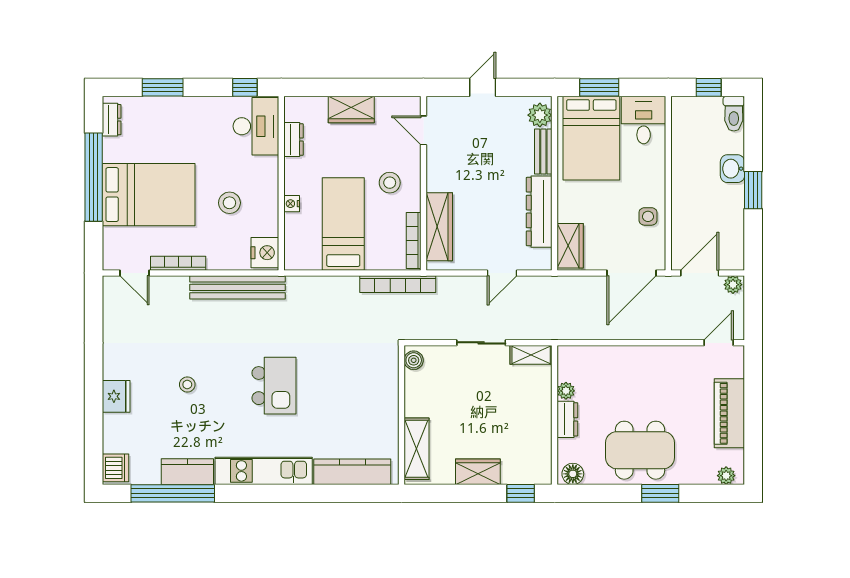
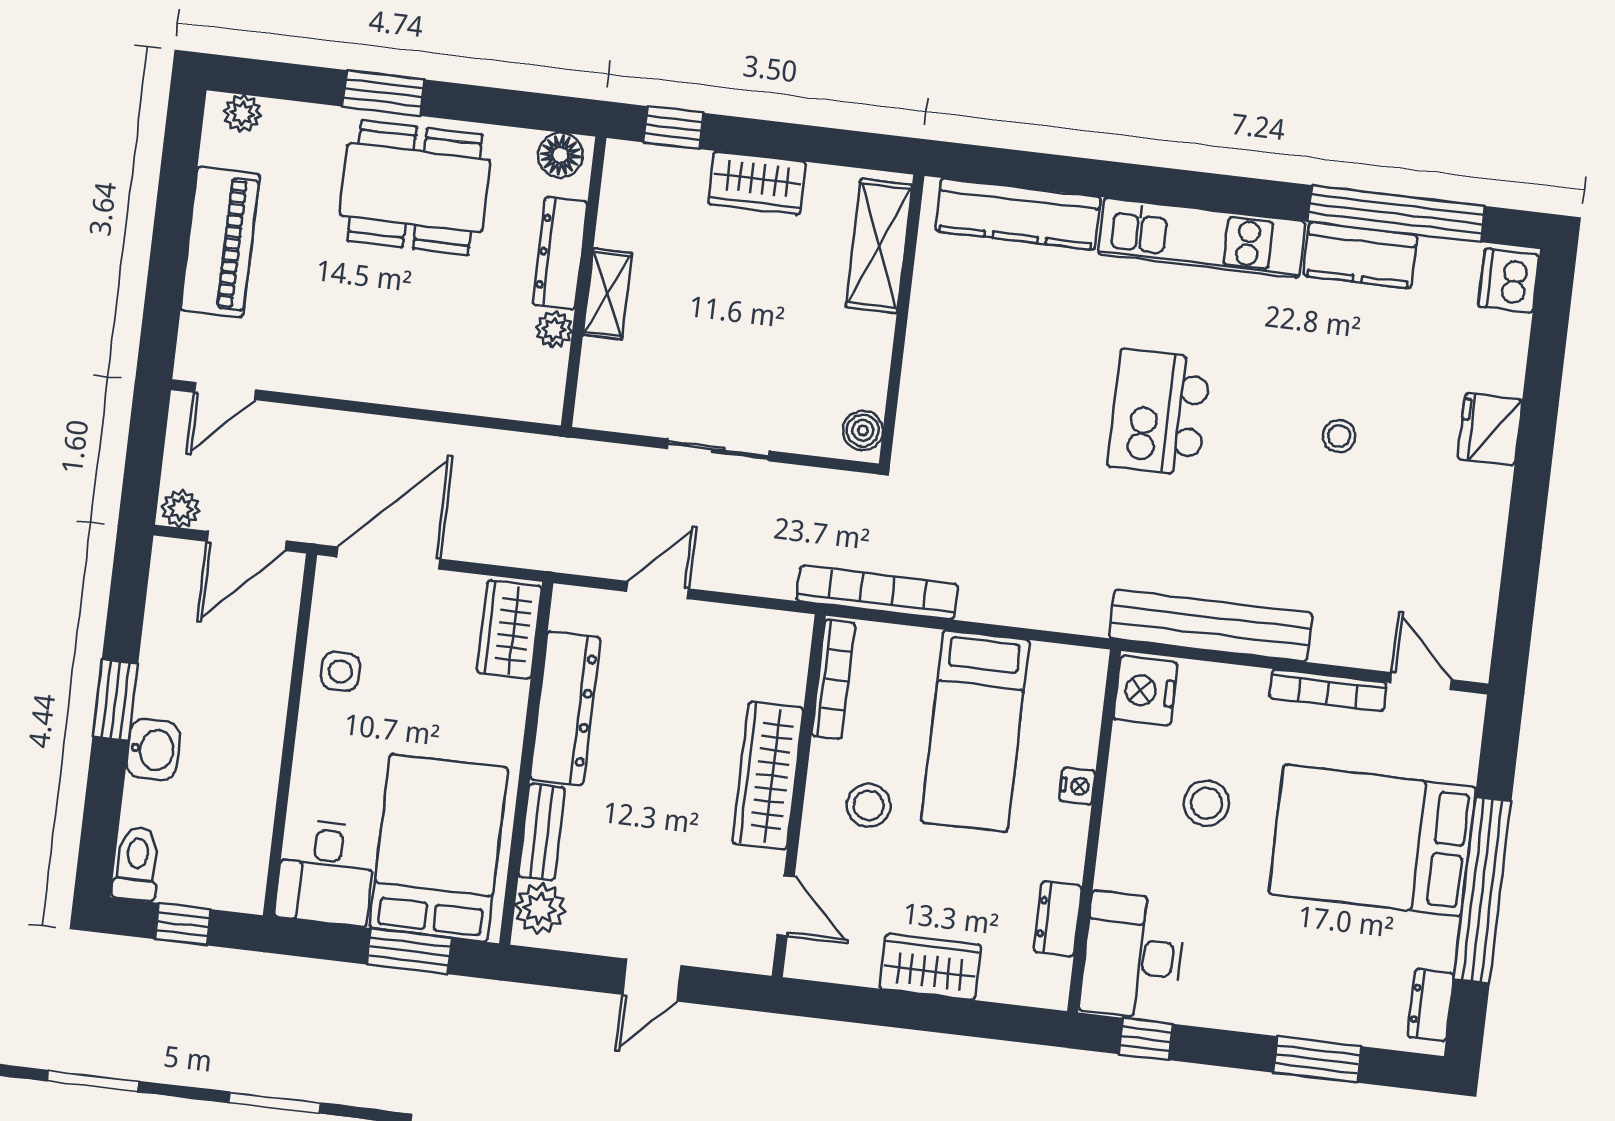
wardrobe: (439, 227) -> (768, 775), moved
shelving: (531, 355) -> (608, 294), moved, turned 90
dresser: (567, 419) -> (560, 253), width x1.44

